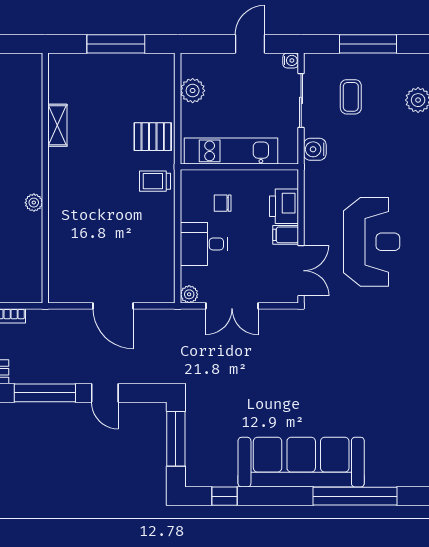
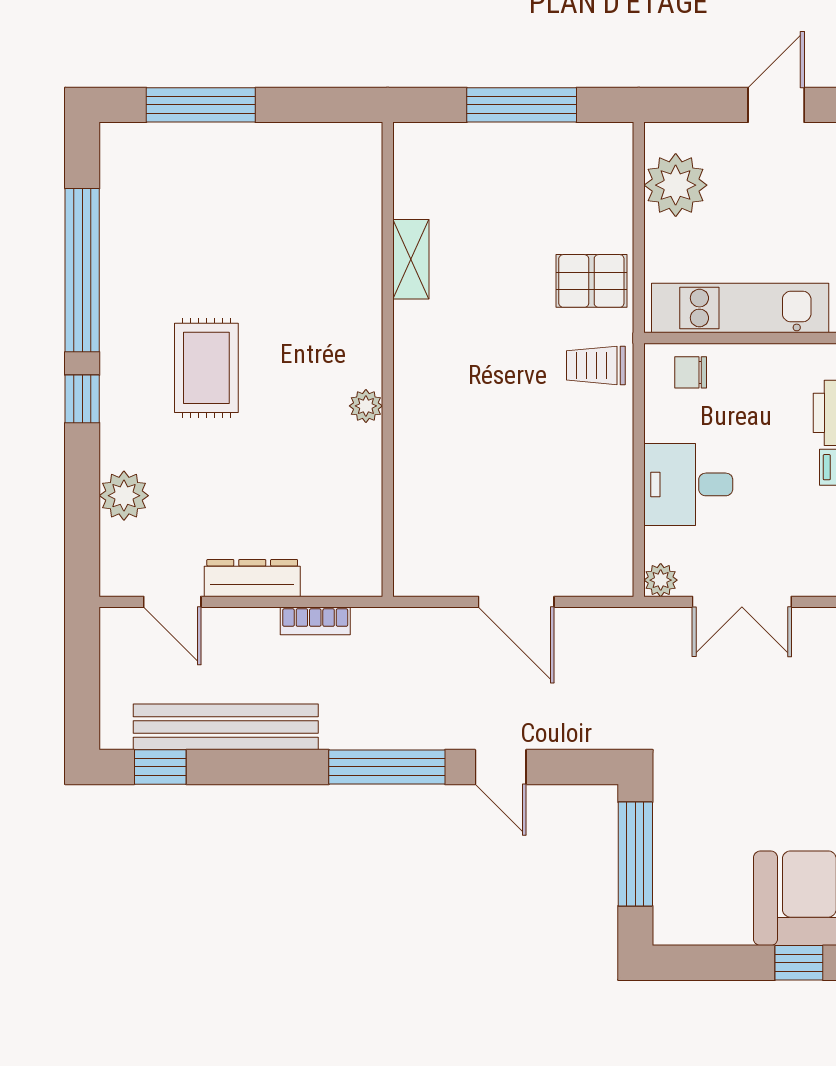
plant: (193, 91) -> (676, 185), width x1.36, depth x1.36
chair: (223, 203) -> (691, 372), moved
window: (224, 496) -> (799, 963), moved

